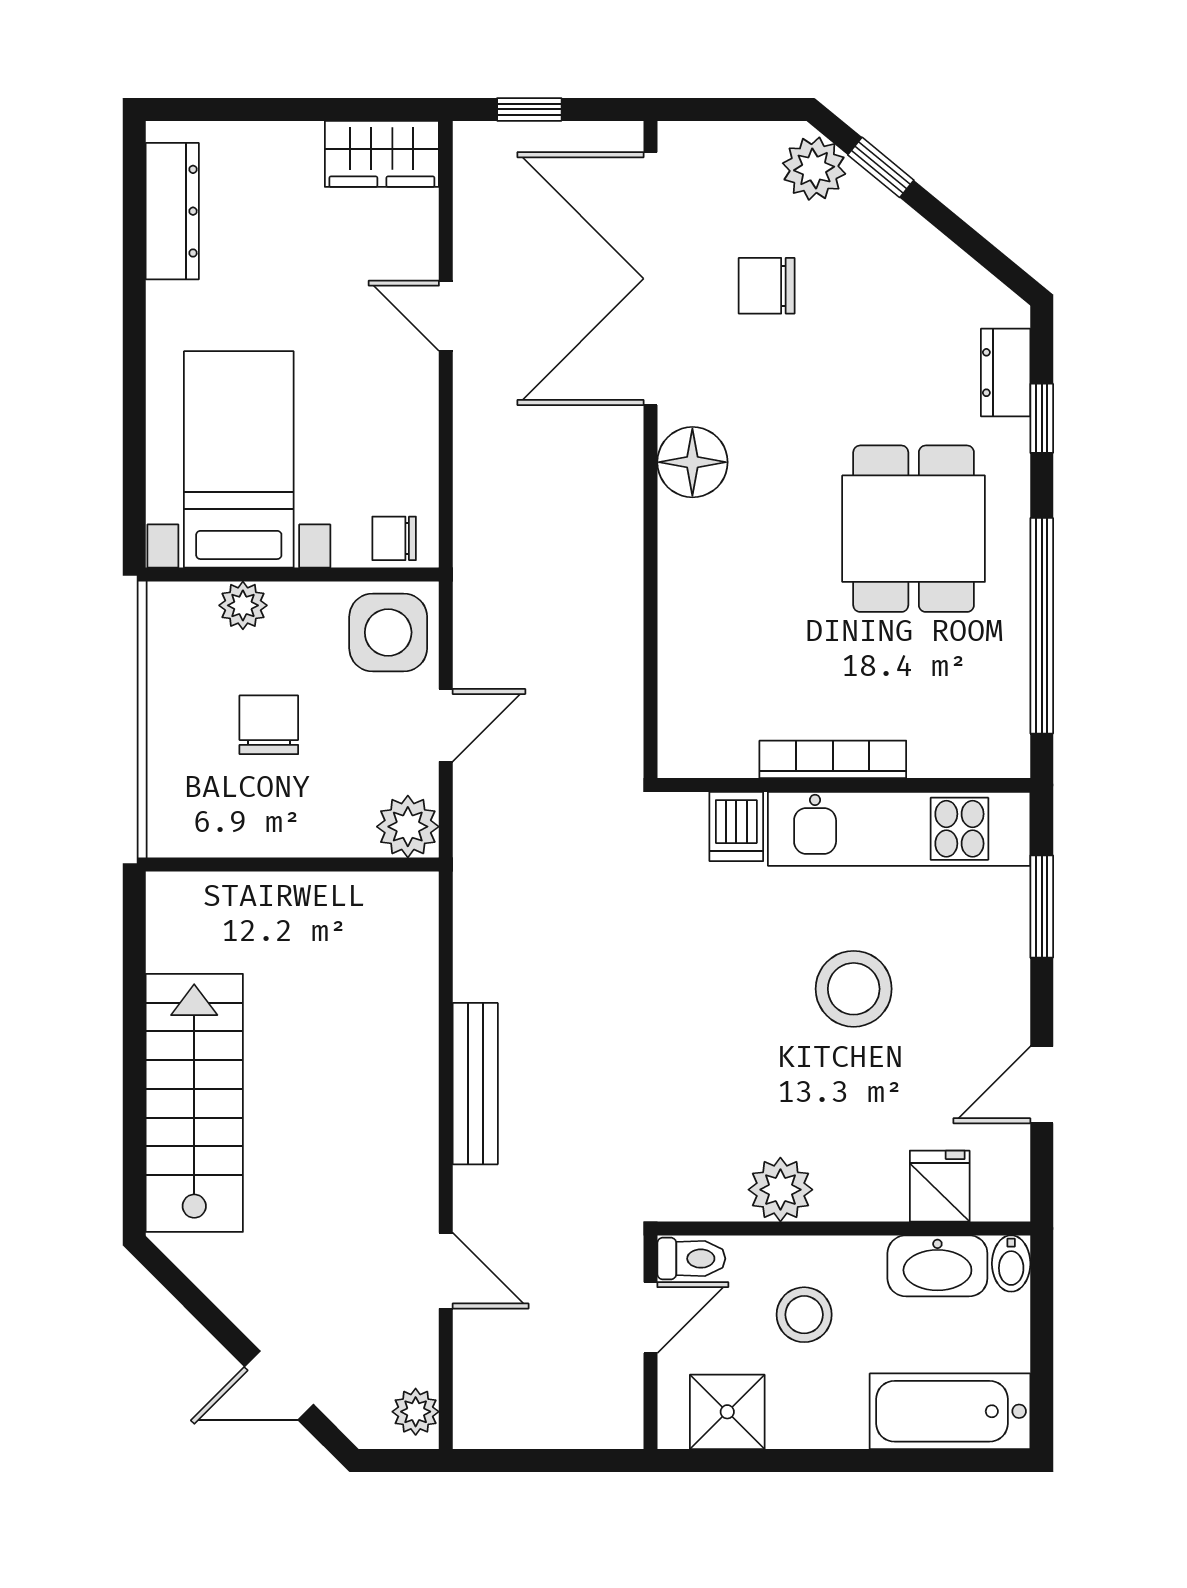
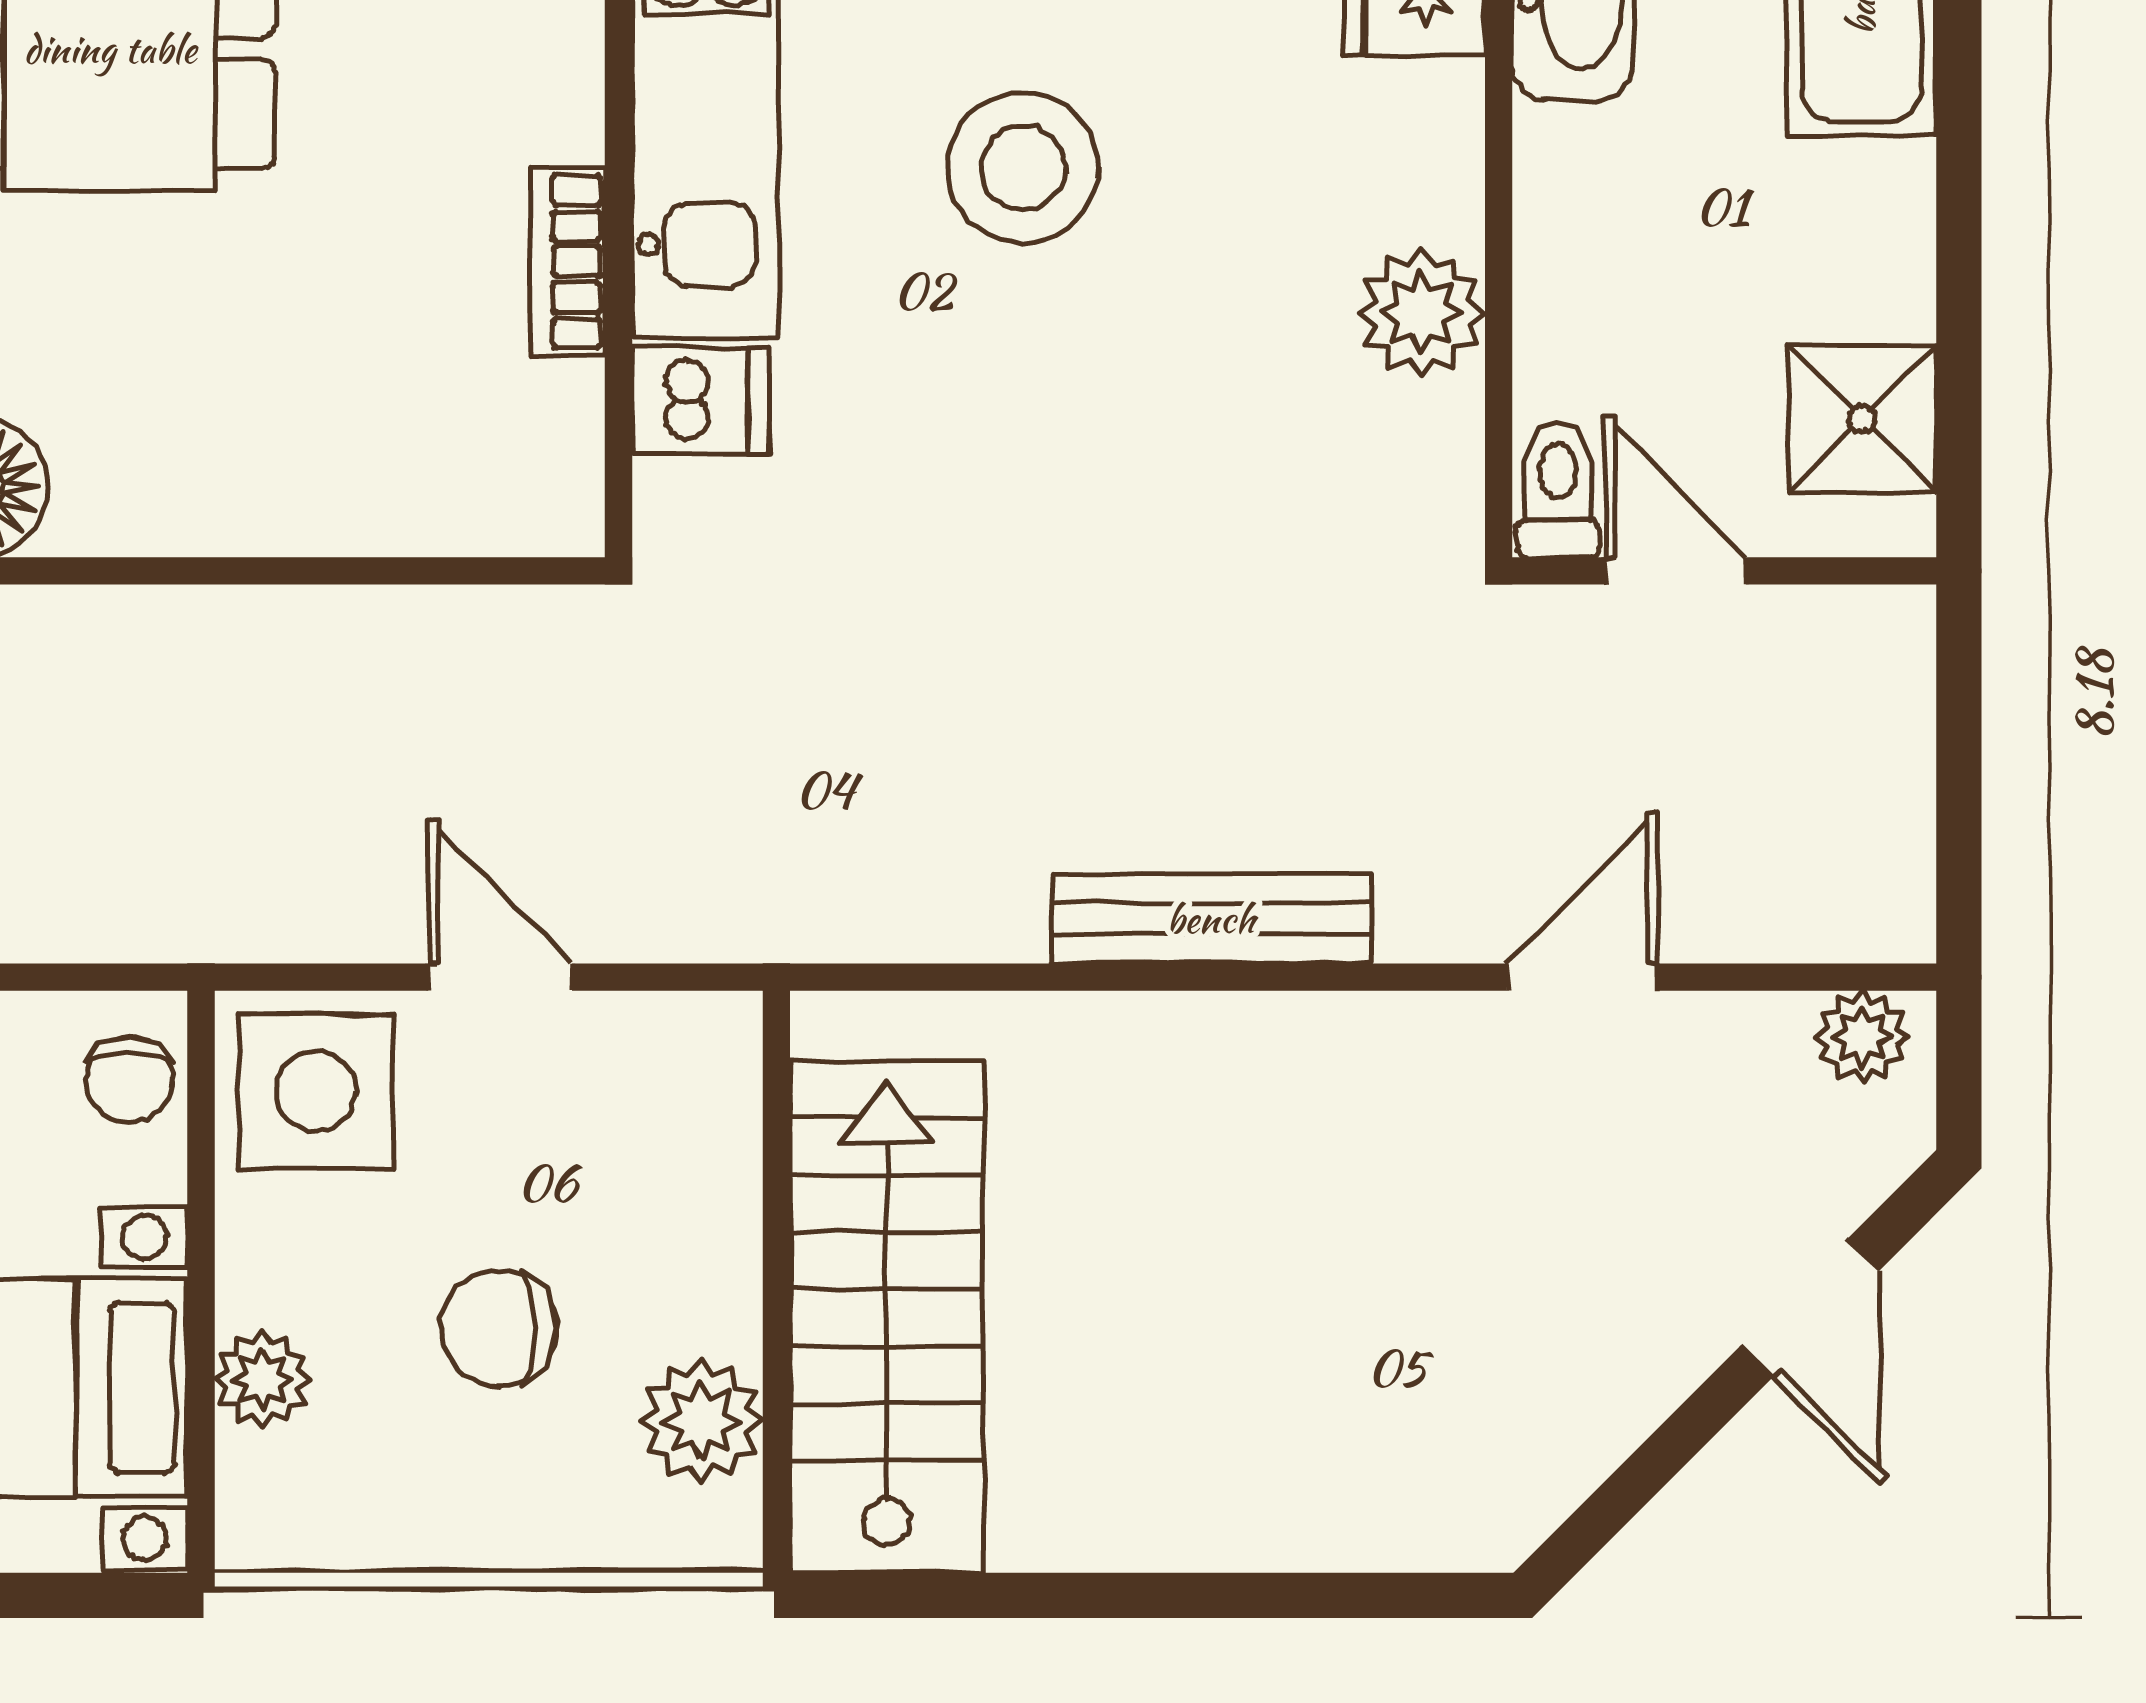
bookcase: (833, 759) -> (568, 262), width x0.64
plant: (408, 827) -> (701, 1421), moved
stairs: (194, 1103) -> (887, 1317), moved, turned 90
stool: (804, 1315) -> (1670, 266), removed

